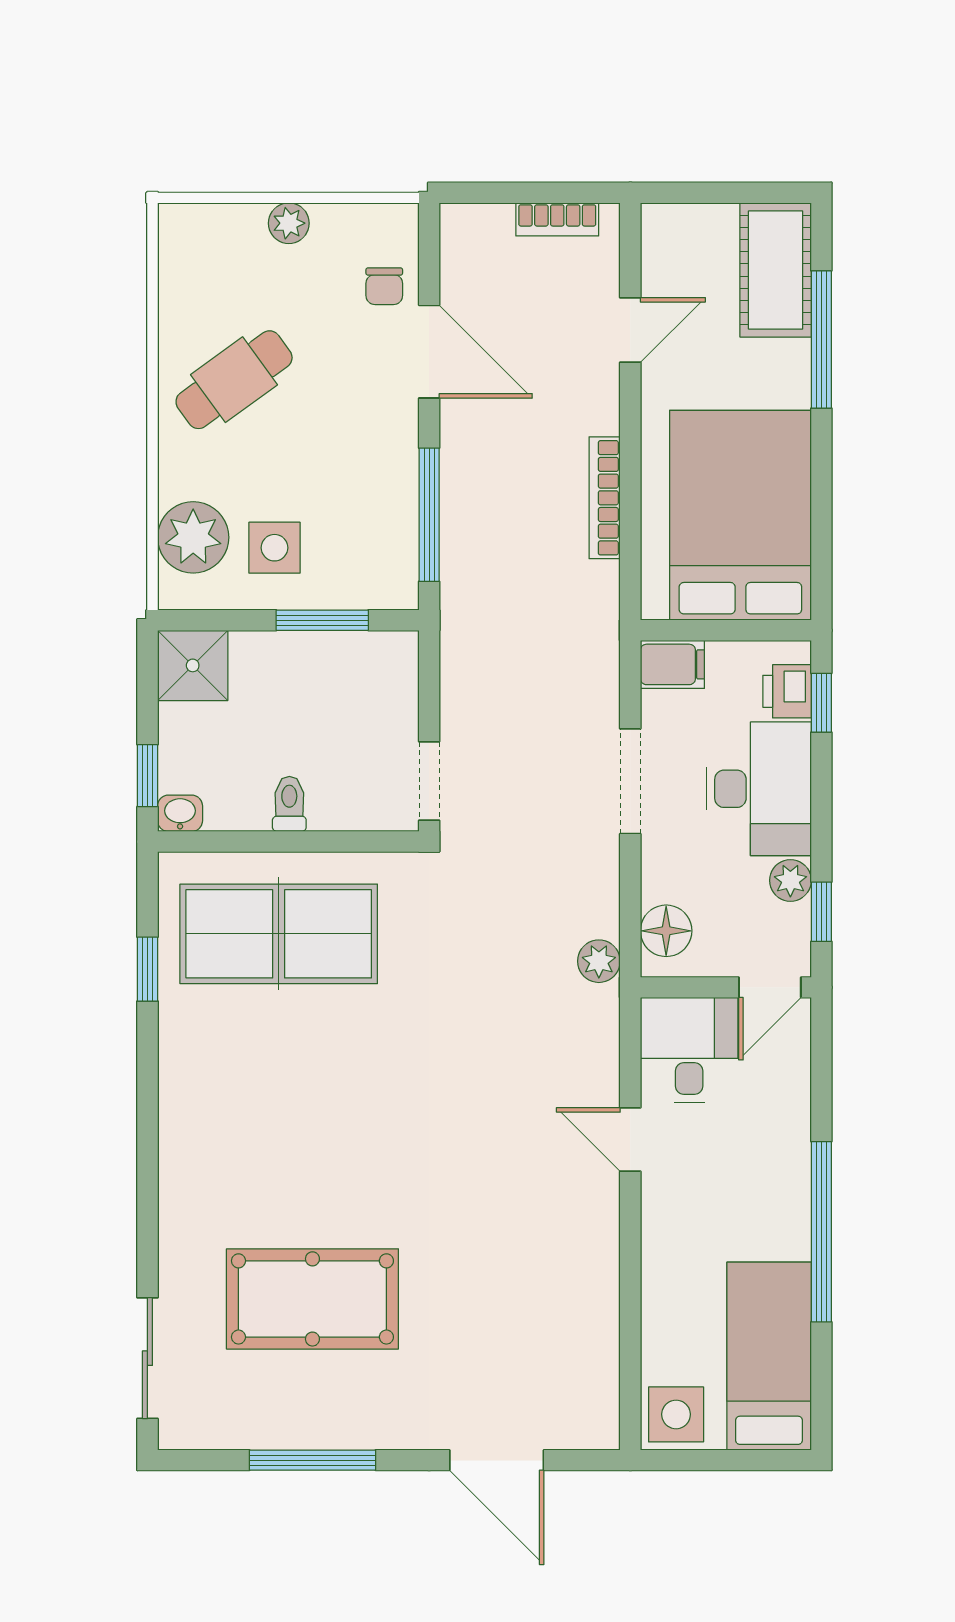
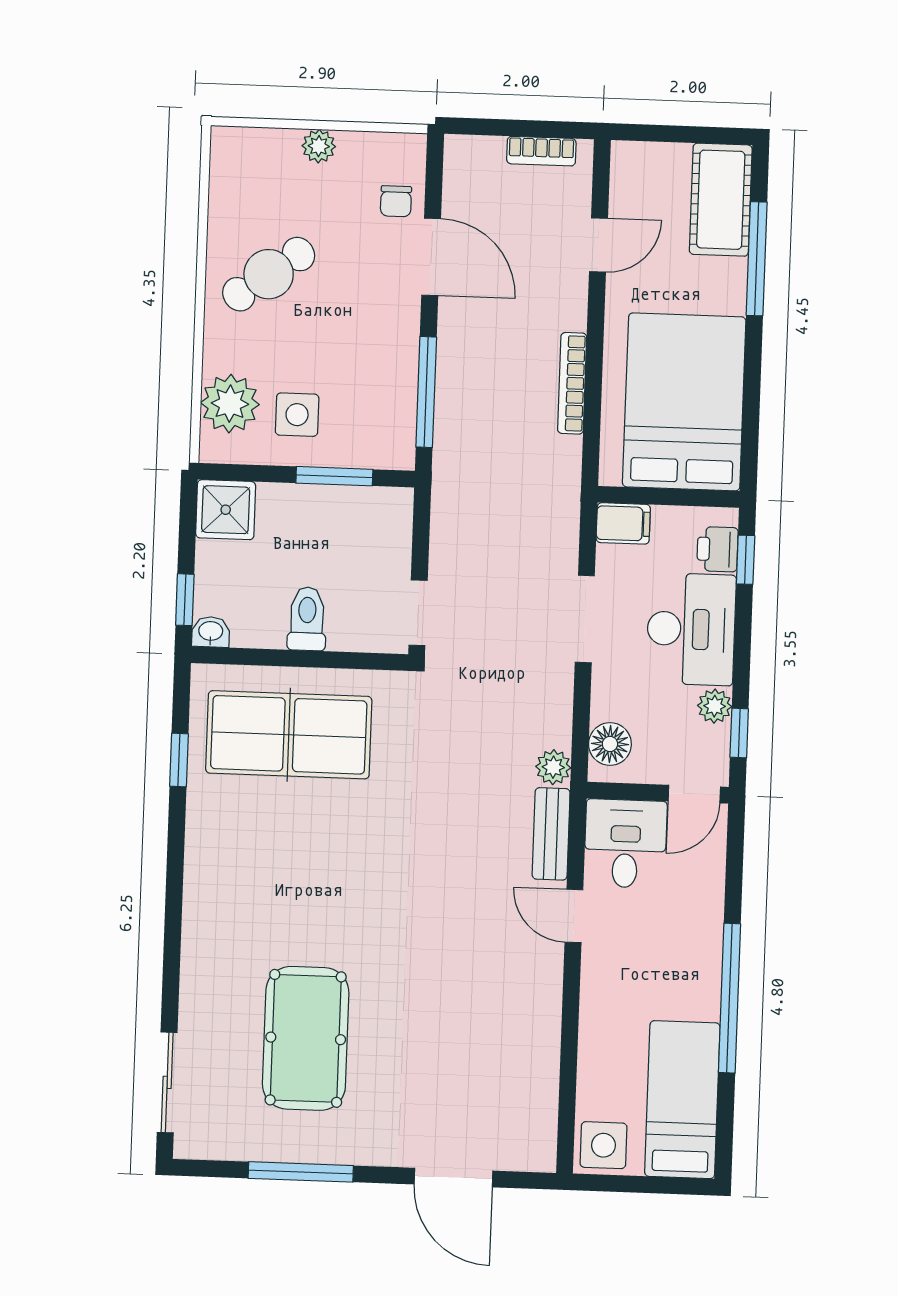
toilet: (289, 804) -> (307, 619), width x1.37, depth x1.39
bench: (599, 1042) -> (551, 834), added
pool table: (312, 1299) -> (306, 1038), turned 90

